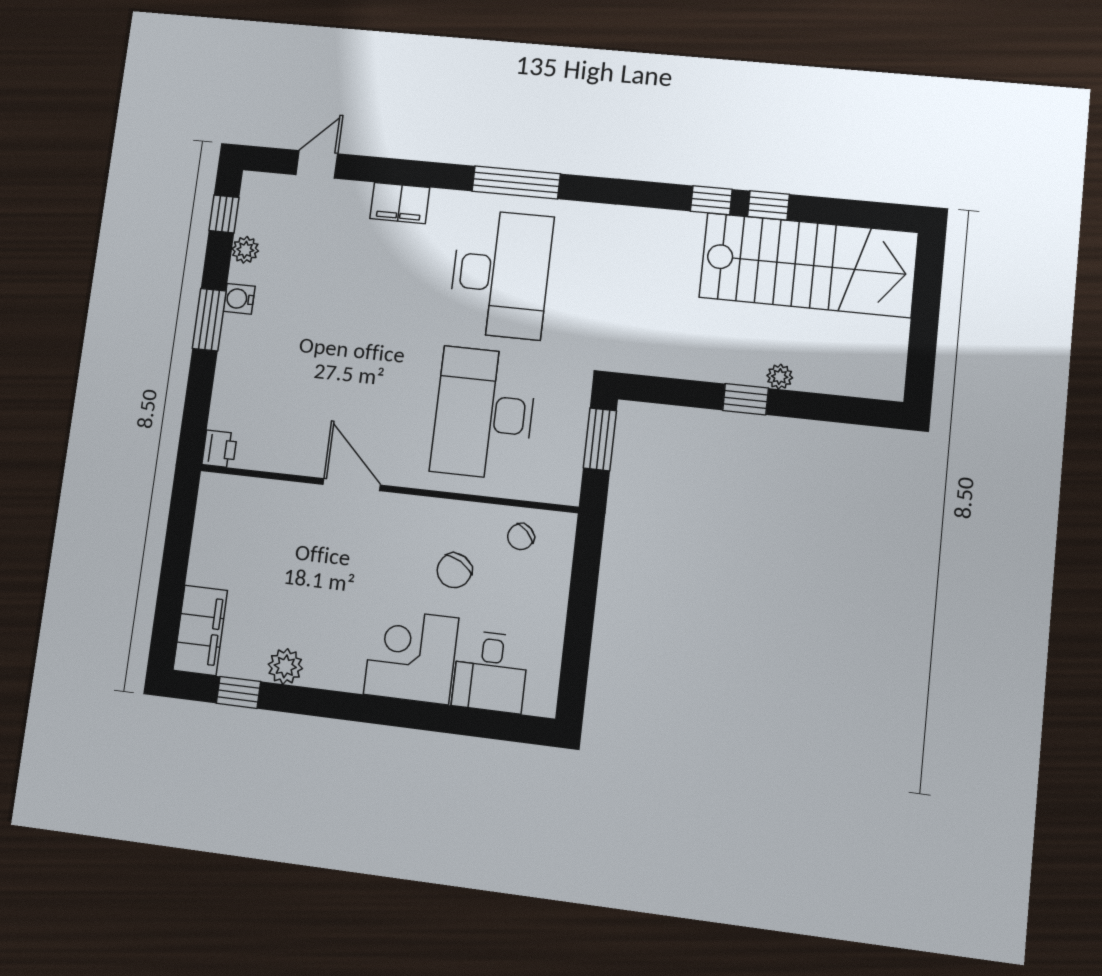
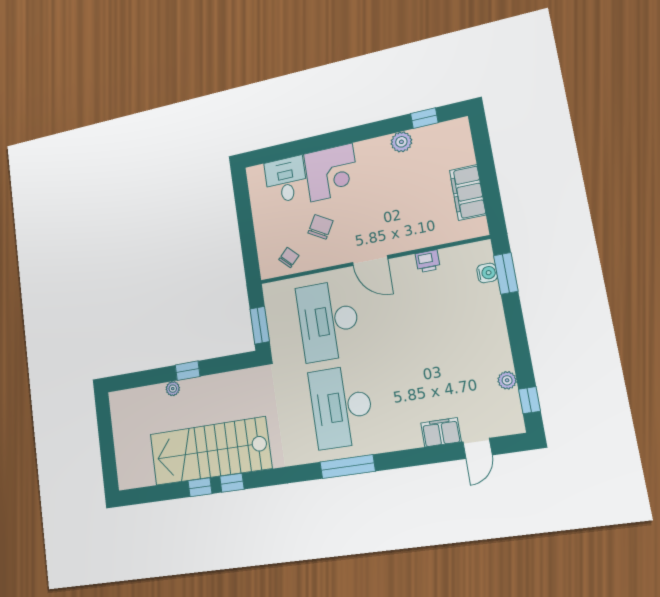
filing cabinet: (400, 203) -> (441, 432), moved
stairs: (808, 265) -> (210, 451), moved
water cooler: (239, 299) -> (487, 273), moved
window: (209, 320) -> (506, 273), moved
desk: (484, 413) -> (328, 321), turned 180
printer: (220, 449) -> (428, 261), moved, turned -90
door: (352, 485) -> (370, 261), moved
filing cabinet: (200, 630) -> (468, 193), moved

